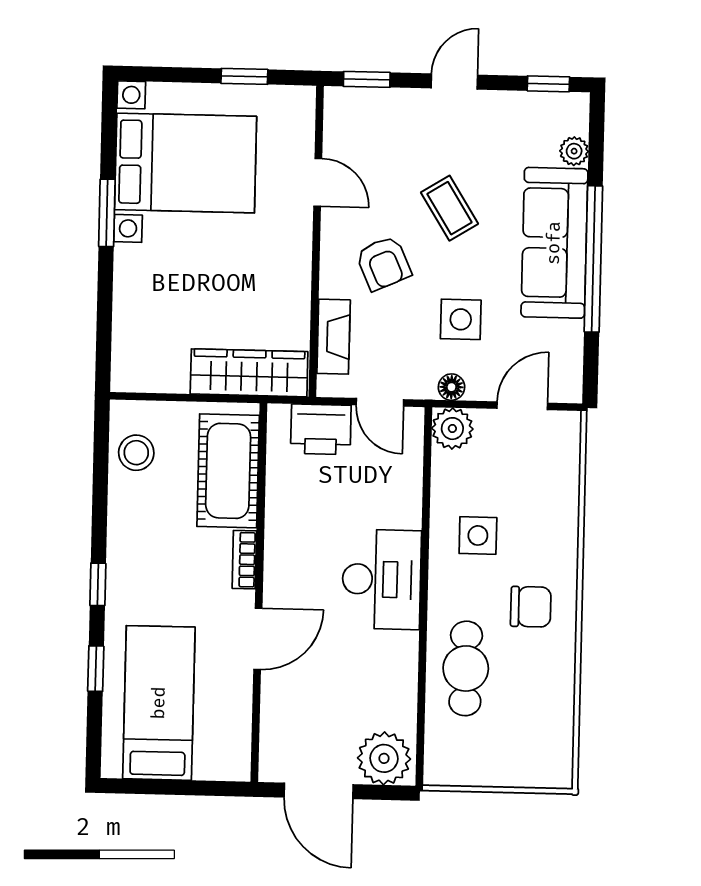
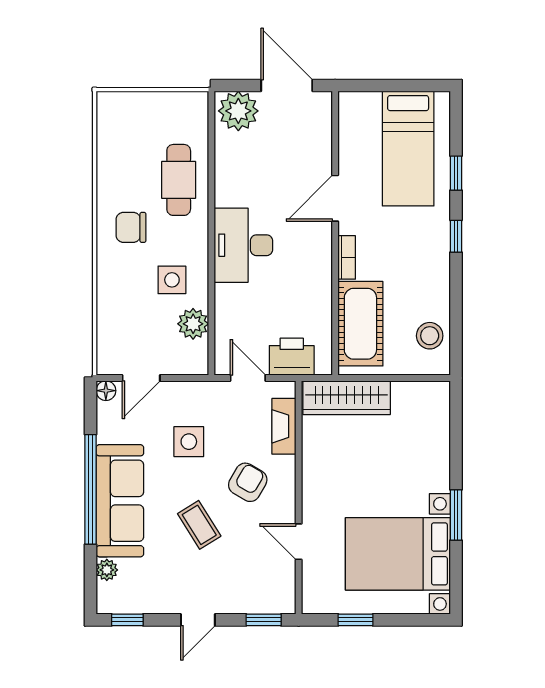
armchair: (384, 263) -> (248, 482), turned 54
floor lamp: (451, 387) -> (106, 391), moved
plant: (452, 429) -> (193, 324), moved

